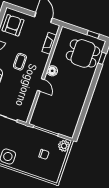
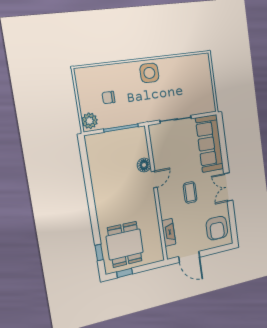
dining table: (83, 53) -> (125, 244), turned 90
floor lamp: (52, 71) -> (144, 165), moved
door: (41, 85) -> (154, 179), swing flipped

